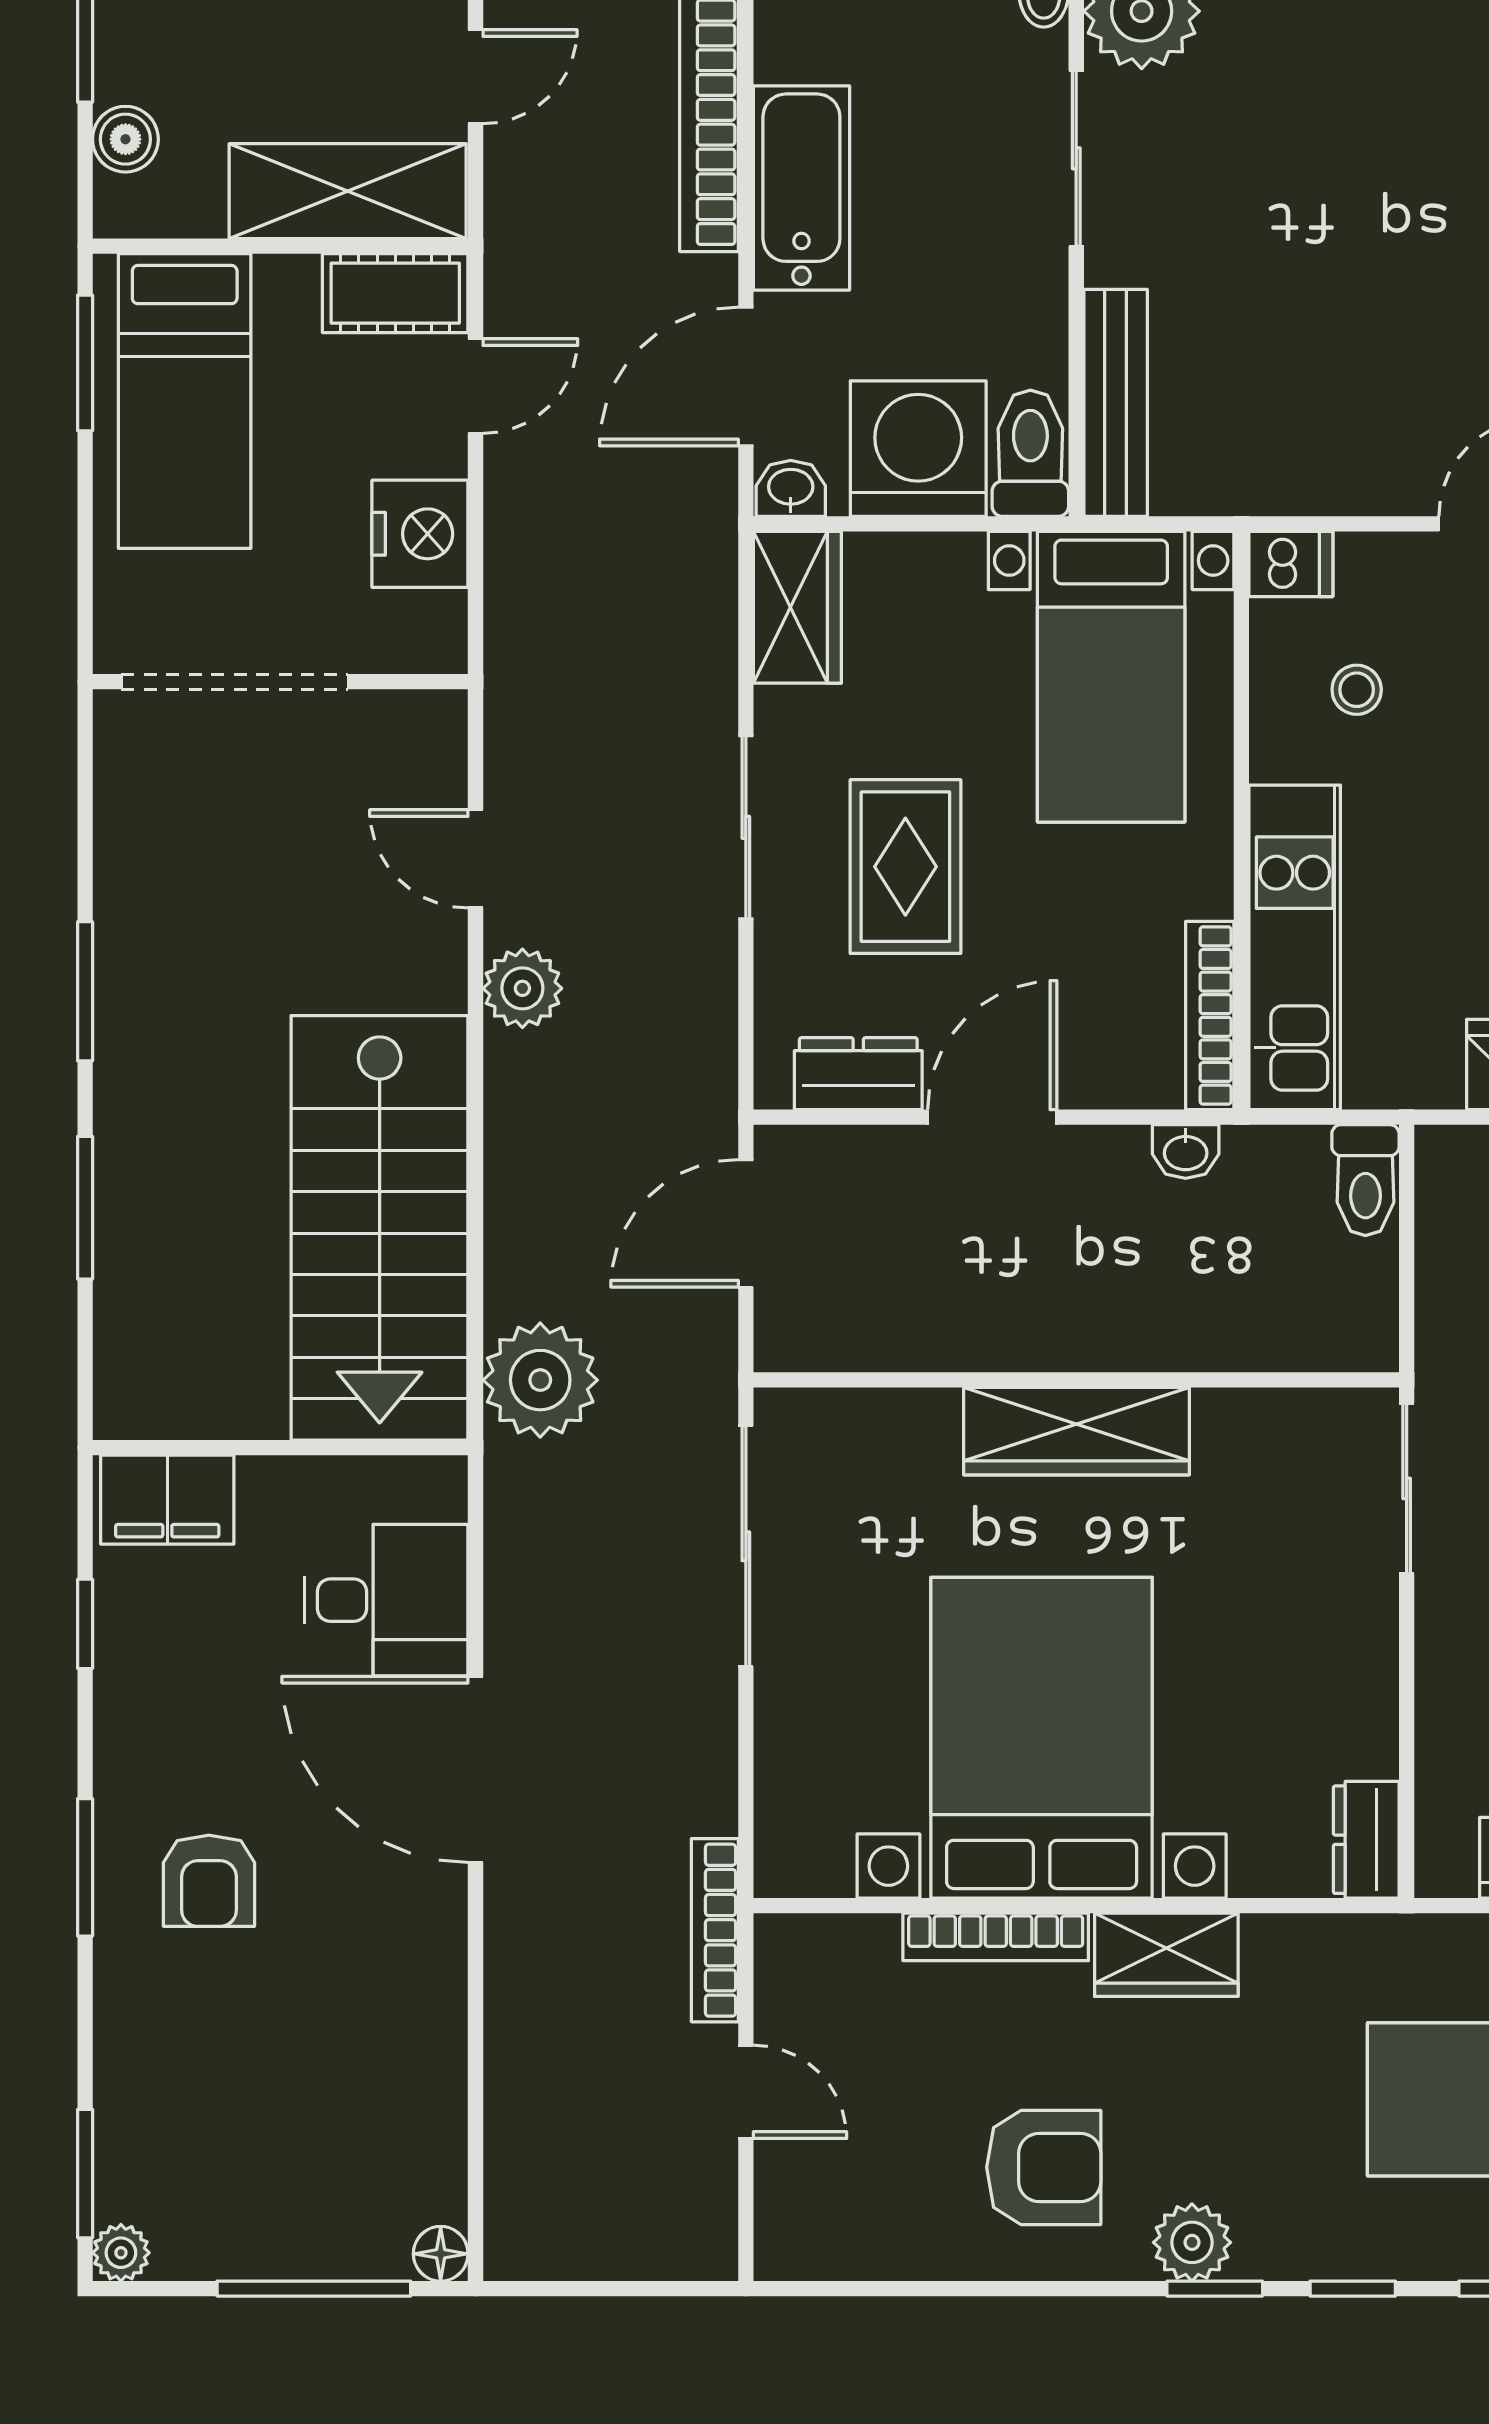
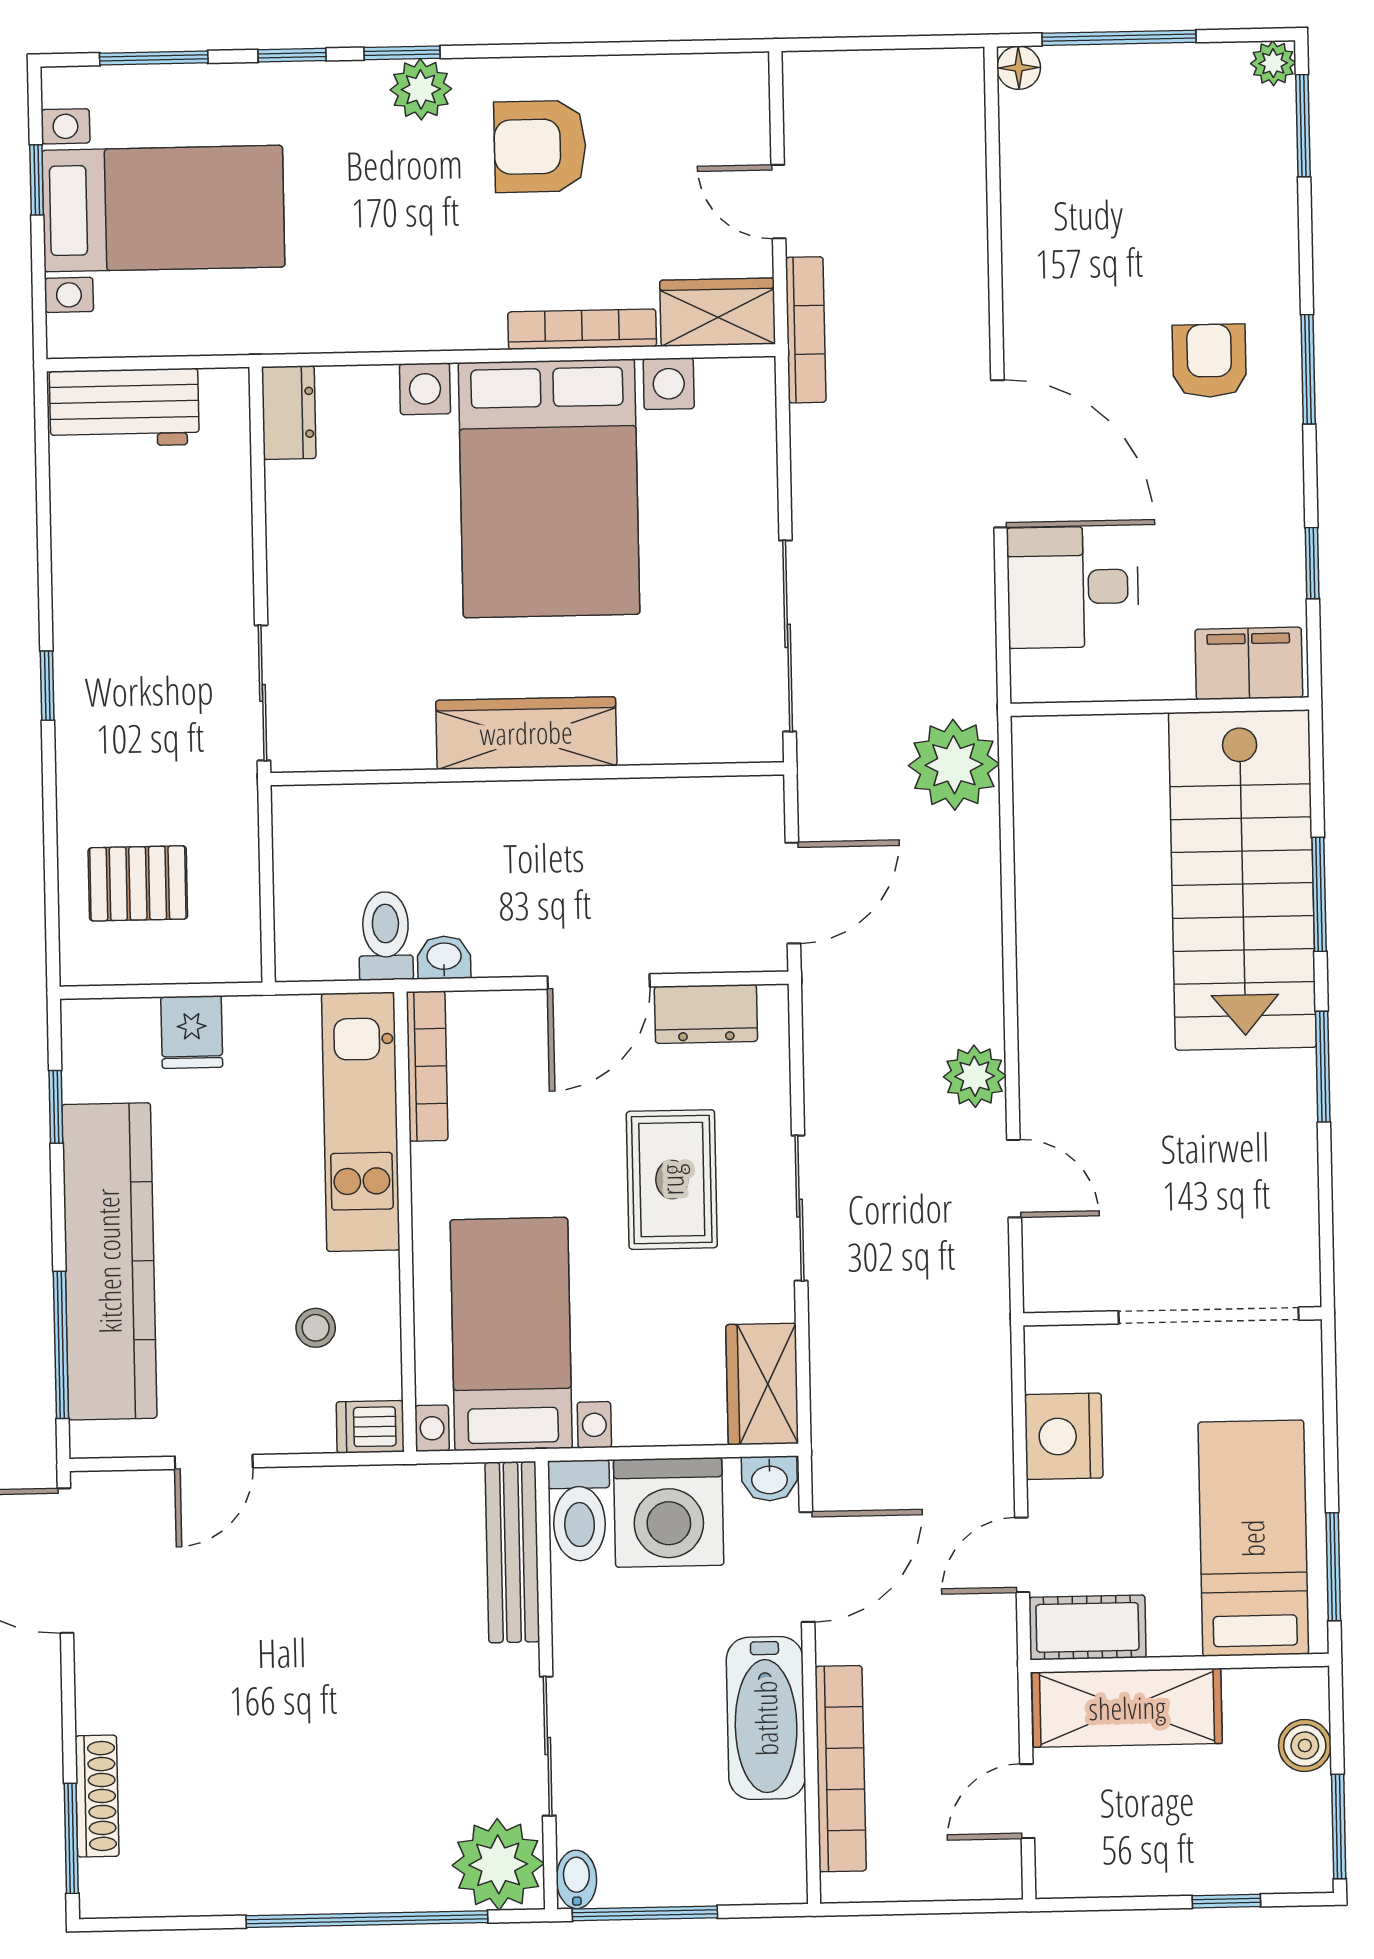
toilet: (1365, 1180) -> (386, 936), moved
stairs: (380, 1228) -> (1242, 880), moved, turned 180
wardrobe: (1166, 1955) -> (718, 312), moved

